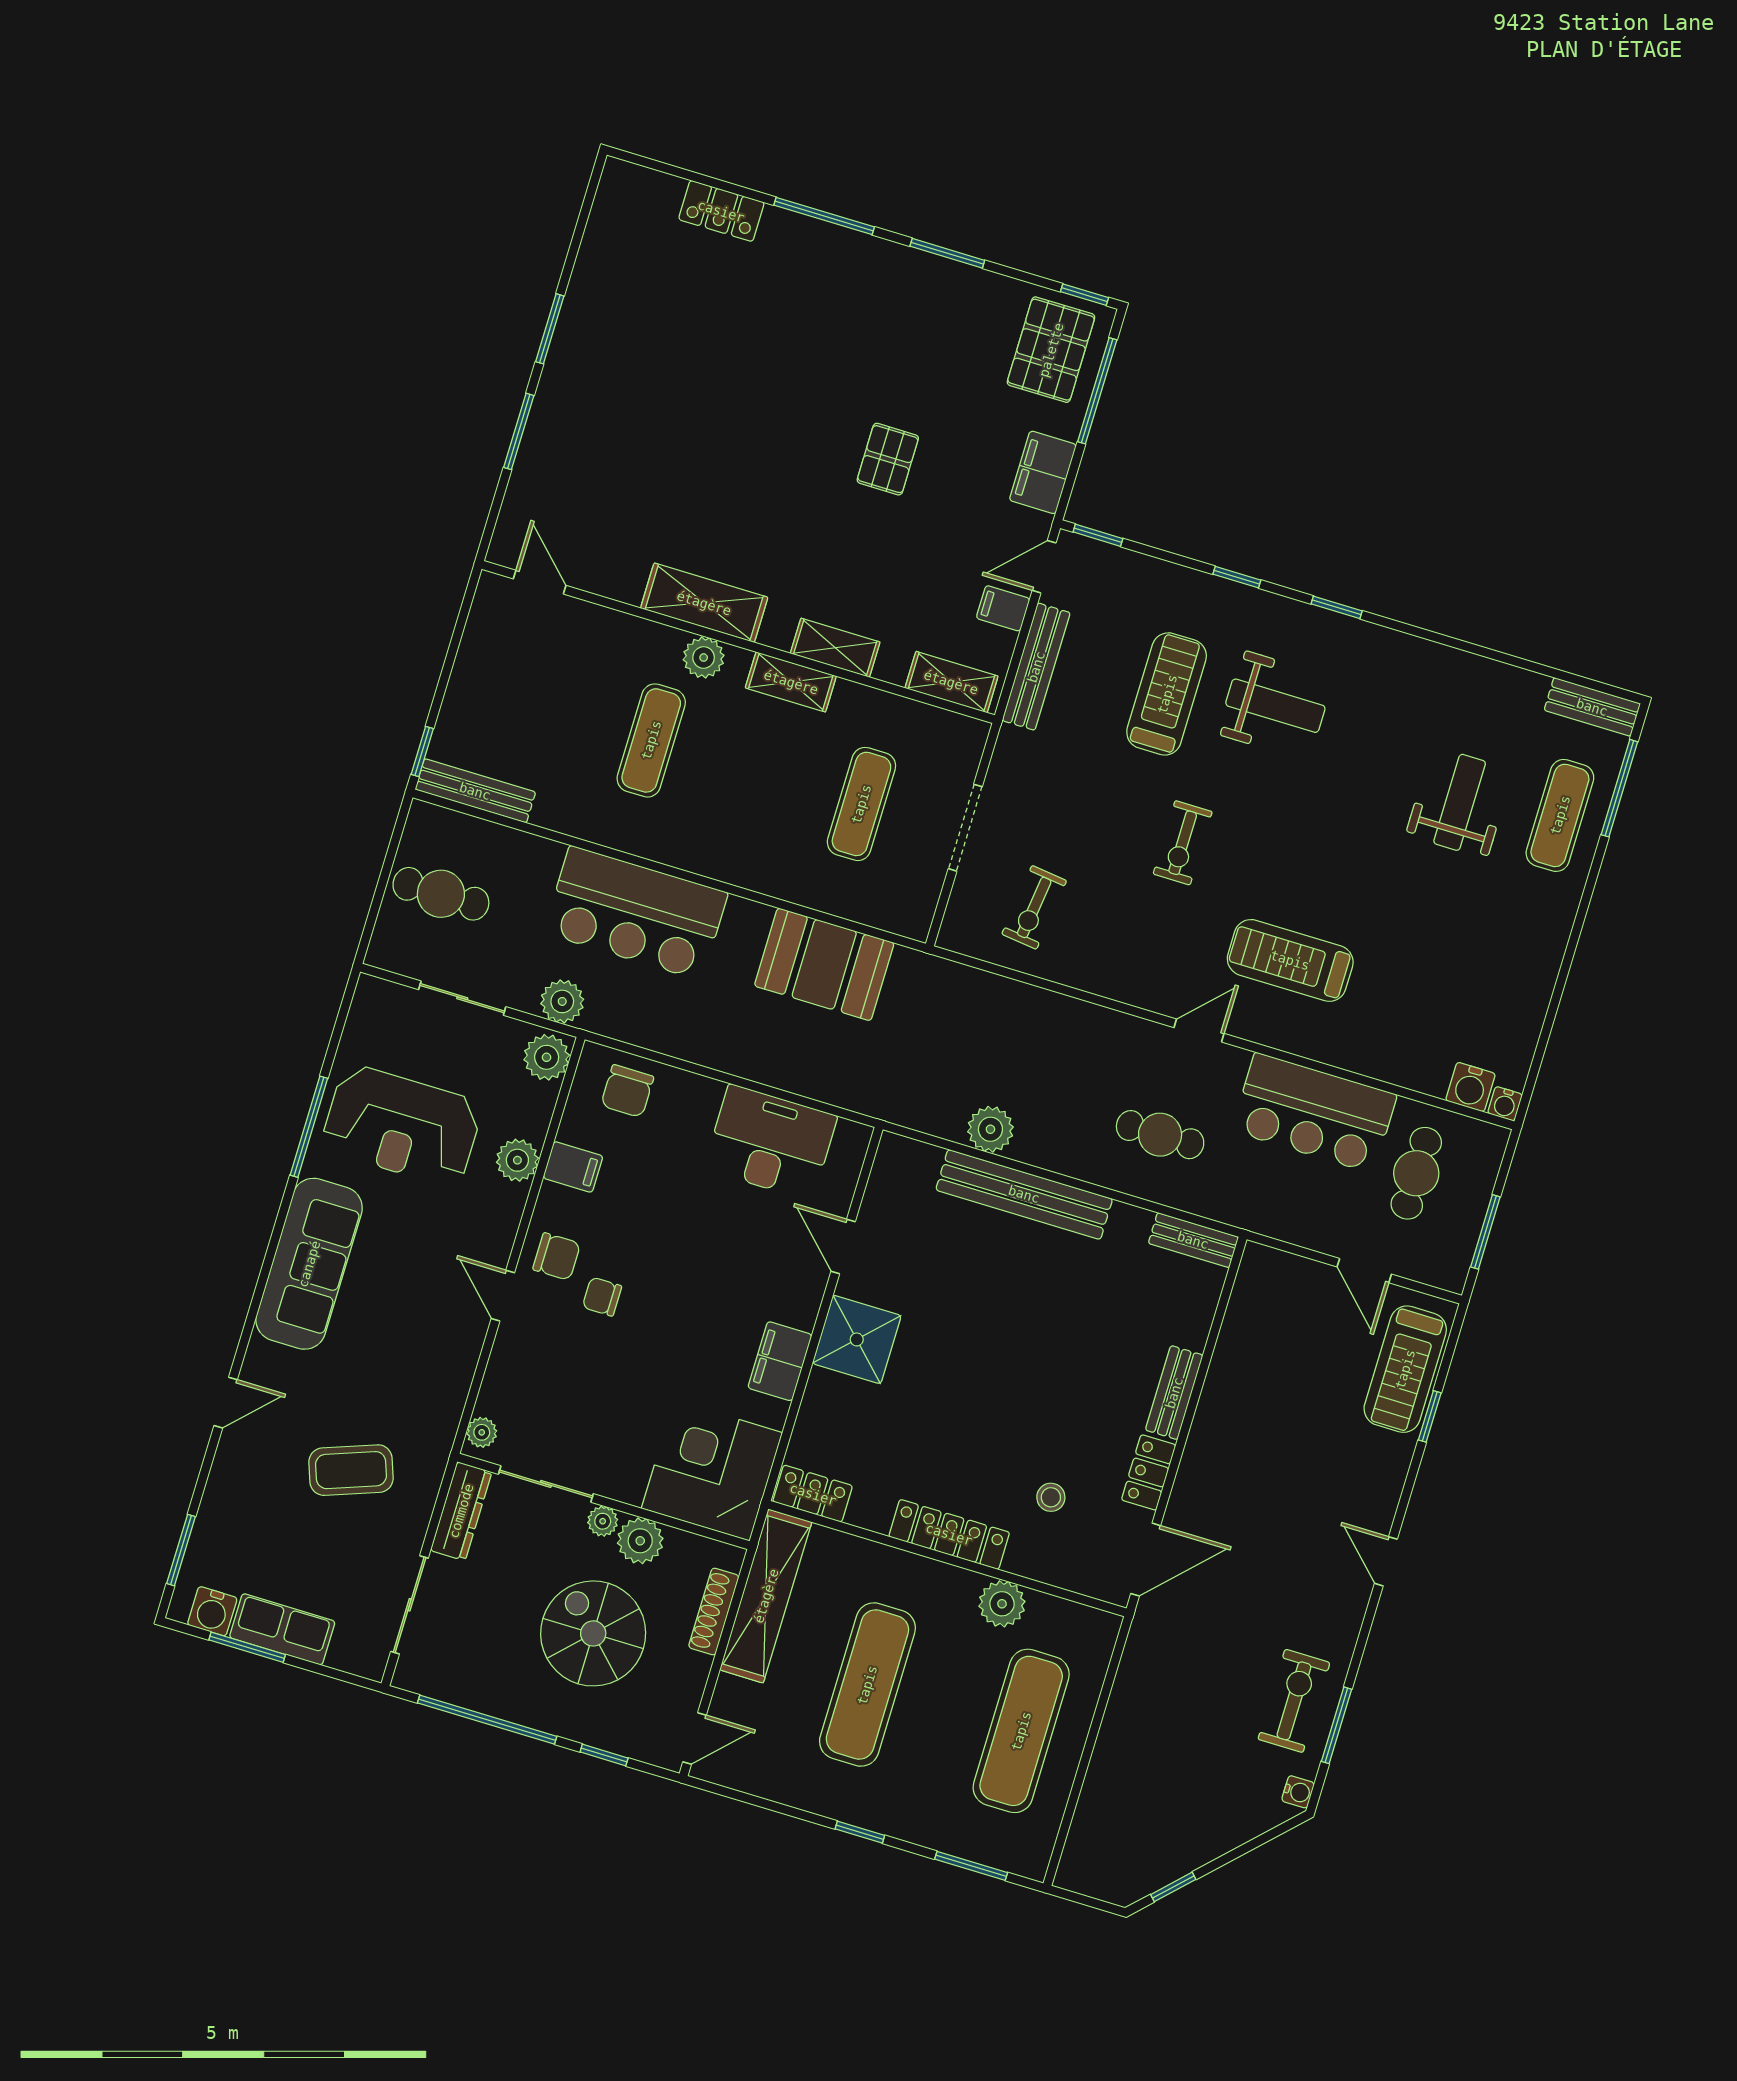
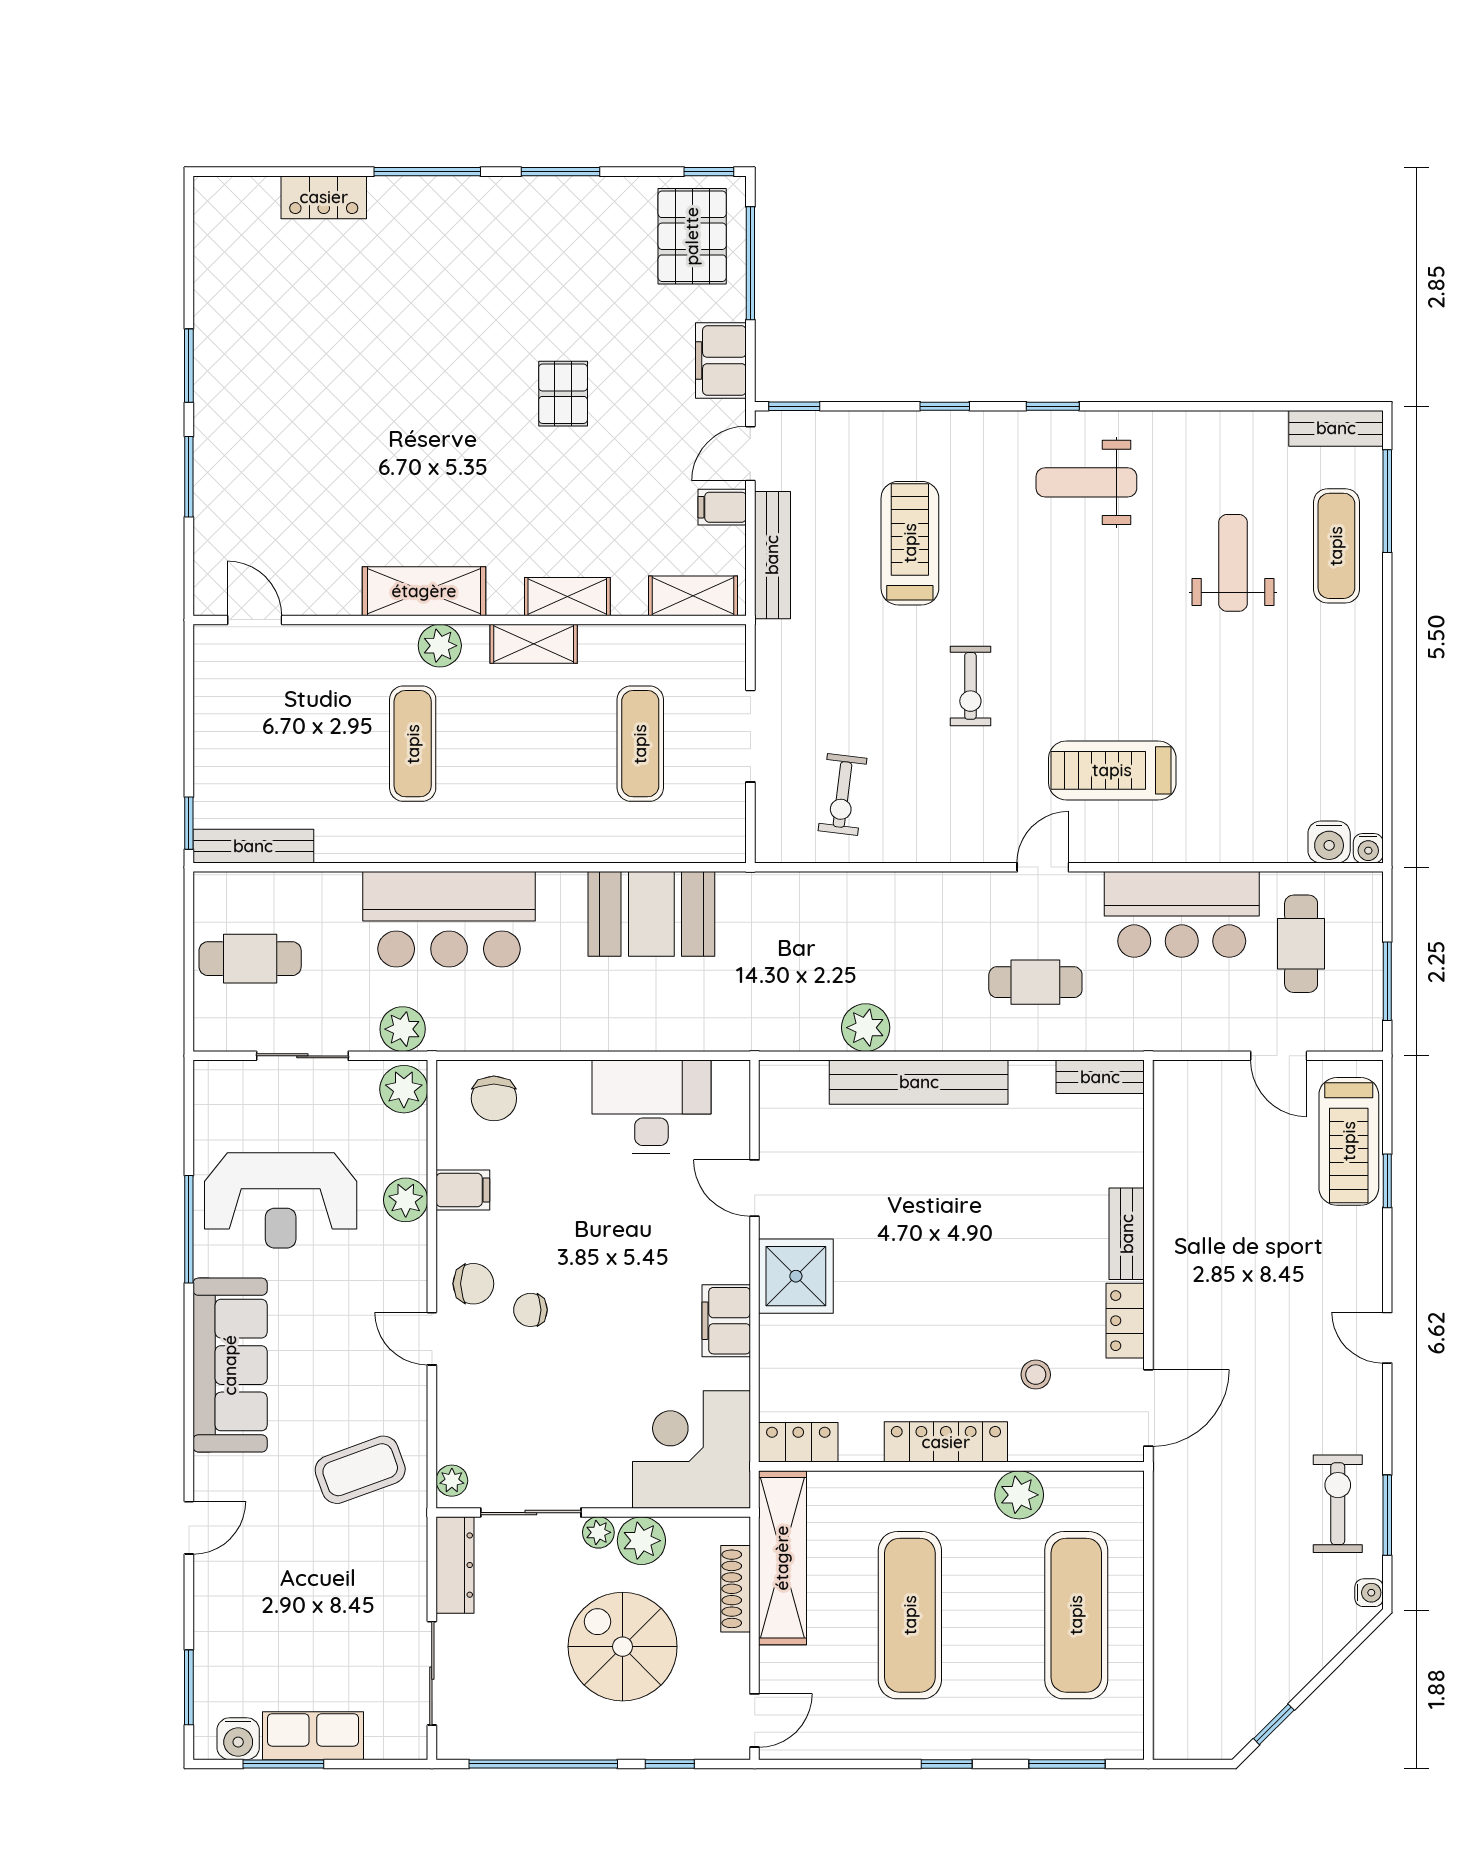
weight bench: (1275, 706) -> (1086, 482), moved, turned 180
coffee table: (351, 1470) -> (360, 1470), moved

